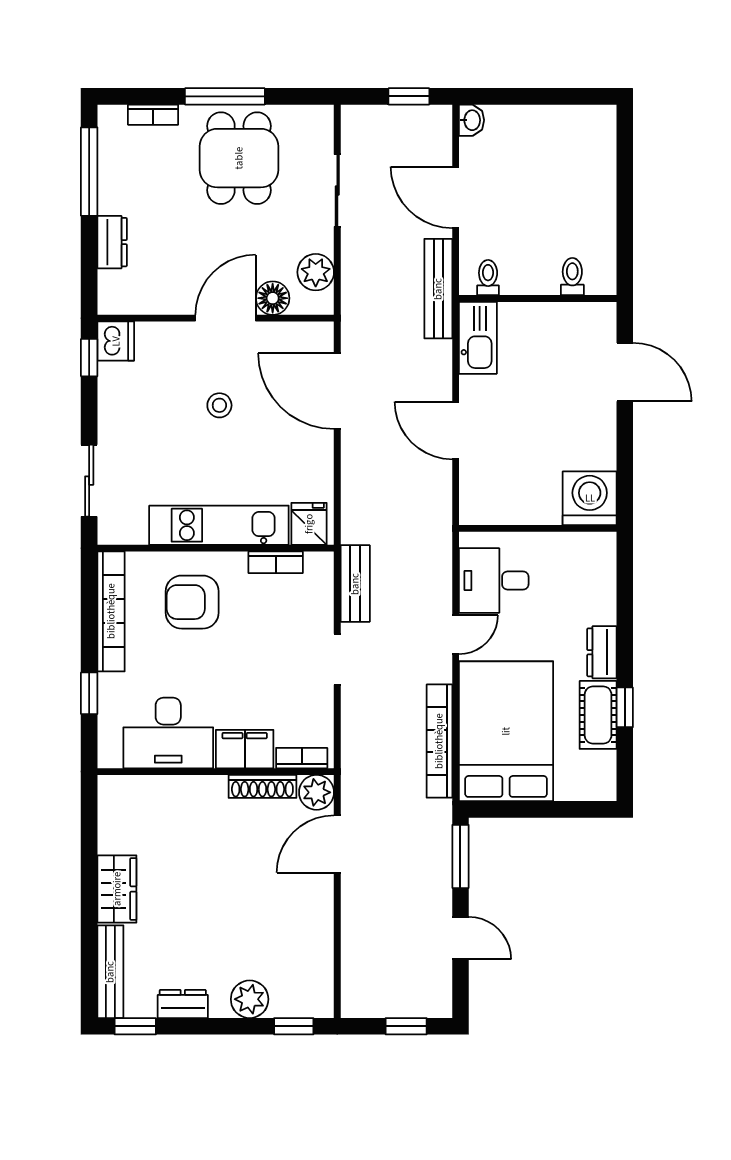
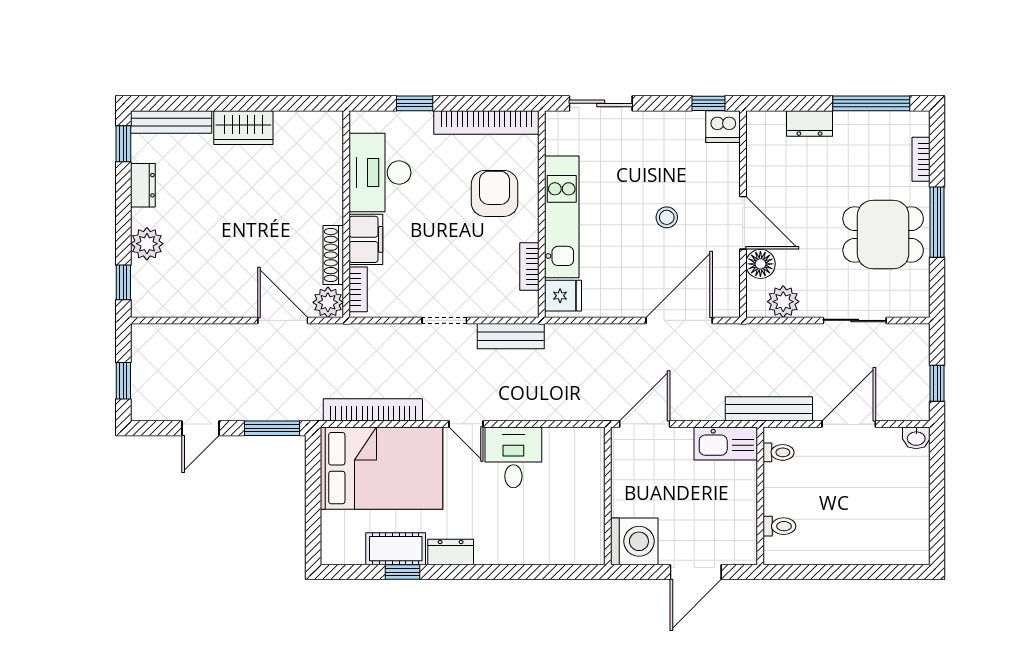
washing machine: (590, 498) -> (634, 541), moved
wall: (538, 528) -> (608, 496), moved

